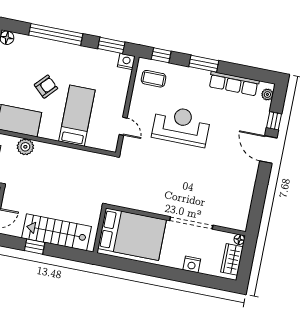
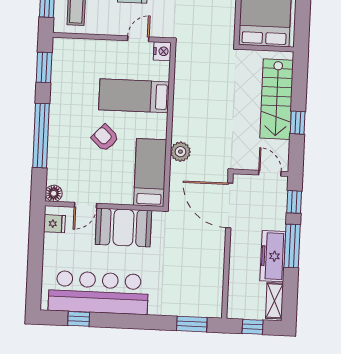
nightstand: (126, 62) -> (162, 51), moved, turned 180

